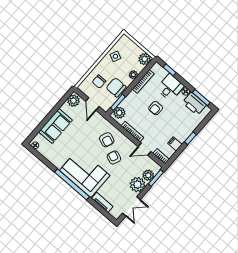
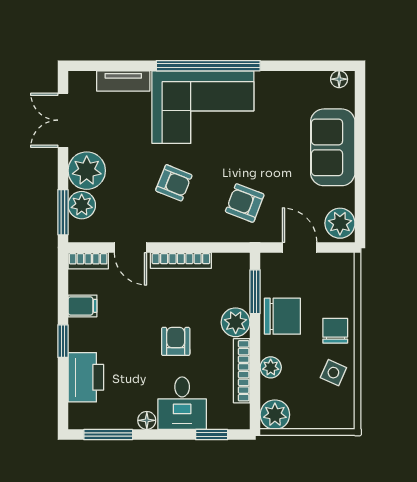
chair: (99, 82) -> (335, 331), moved
printer: (194, 104) -> (86, 377), moved, turned 90
plant: (119, 113) -> (236, 322), moved
armchair: (107, 140) -> (245, 203), moved
door: (145, 149) -> (130, 248), swing flipped

